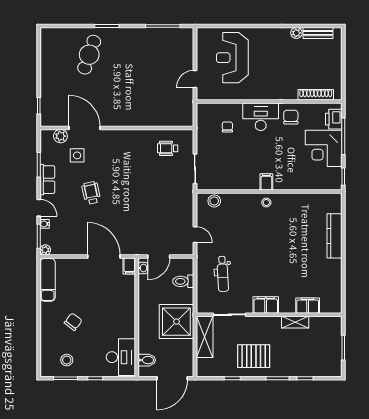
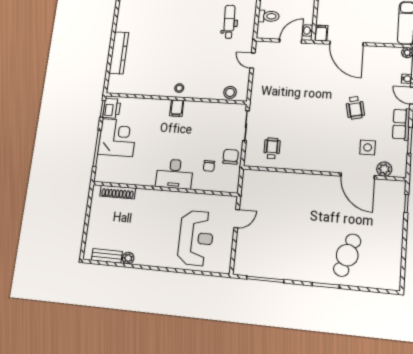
chair: (291, 117) -> (231, 157), moved, turned 180
printer: (334, 119) -> (112, 108), moved
wheelchair: (168, 148) -> (272, 148), turned -90

